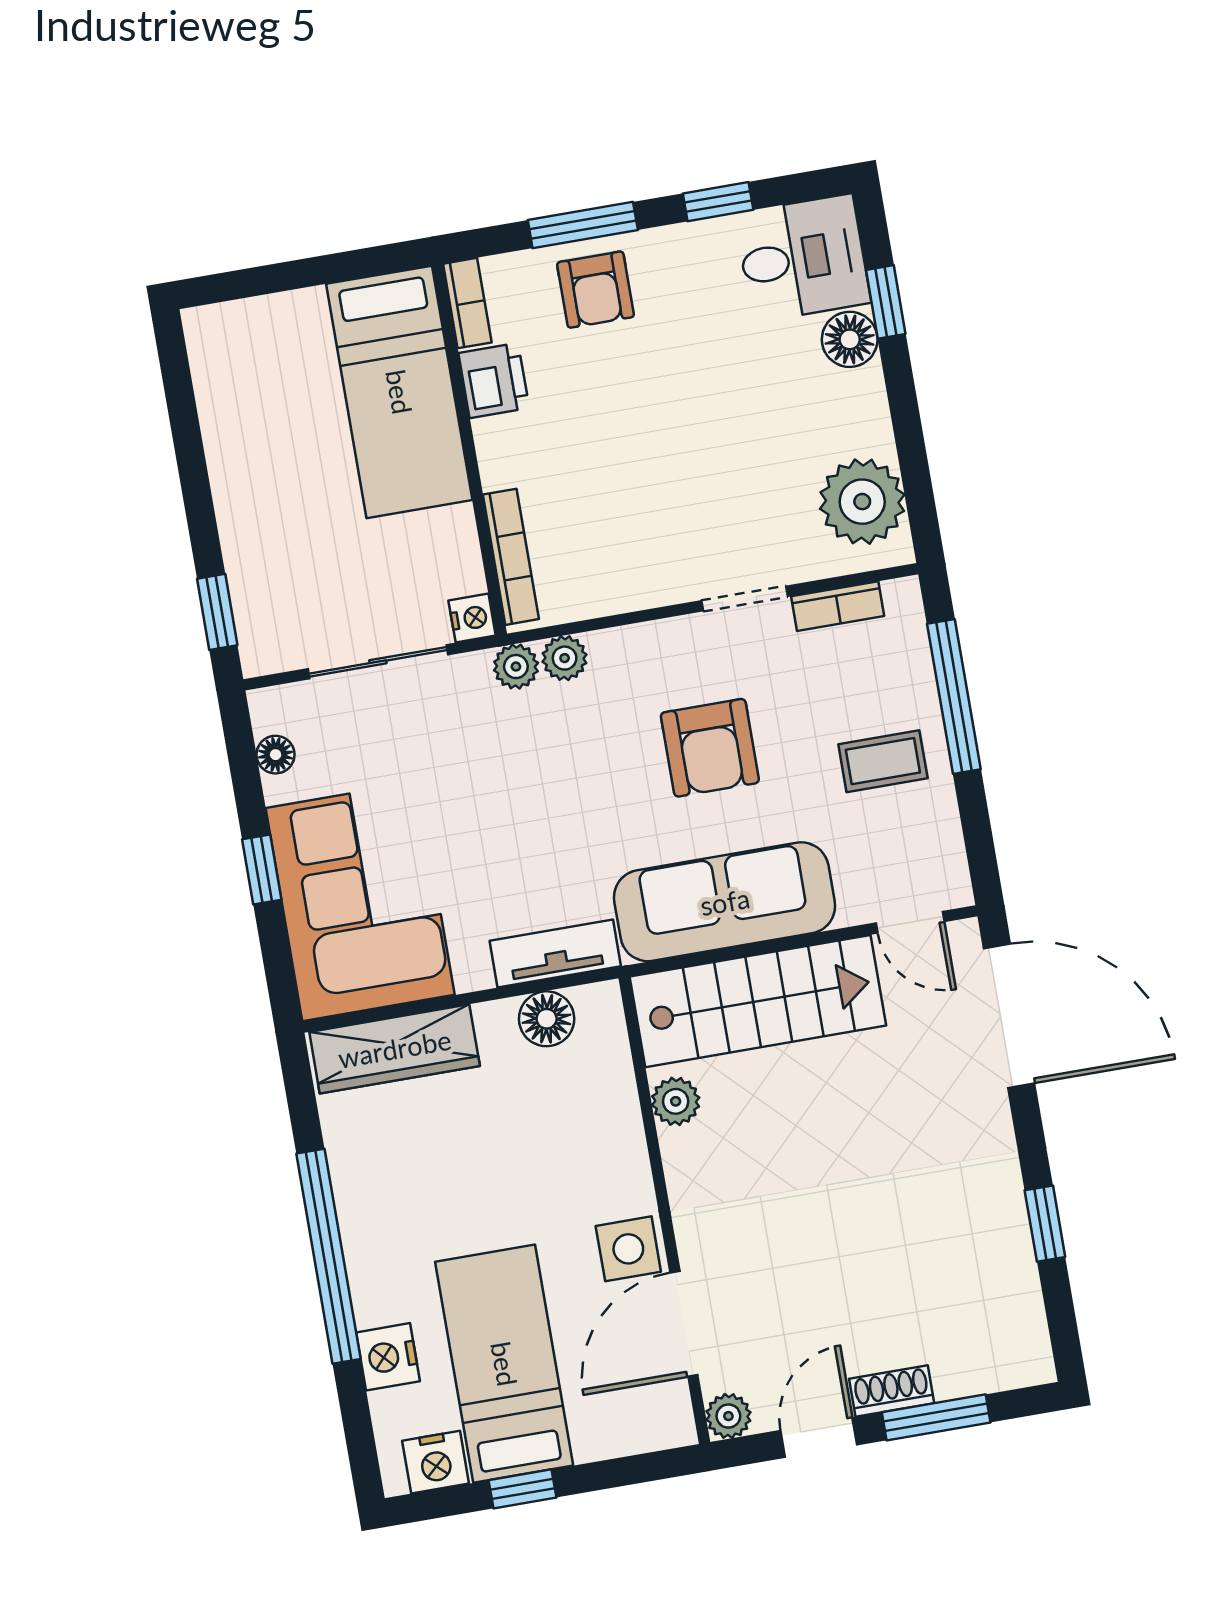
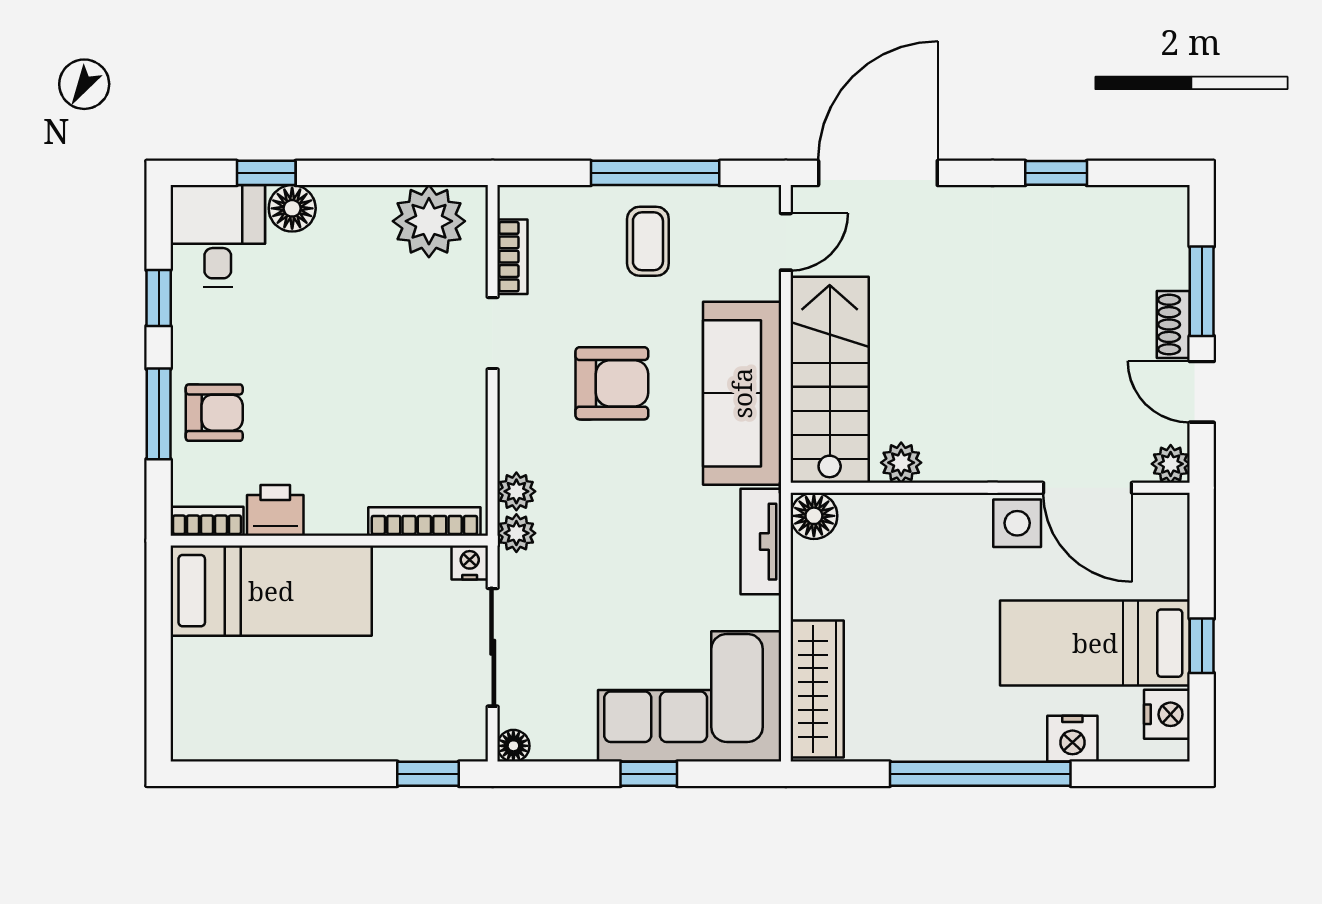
window: (954, 697) -> (655, 173), moved
floor lamp: (276, 755) -> (513, 746), moved
floor lamp: (547, 1019) -> (814, 516), moved

